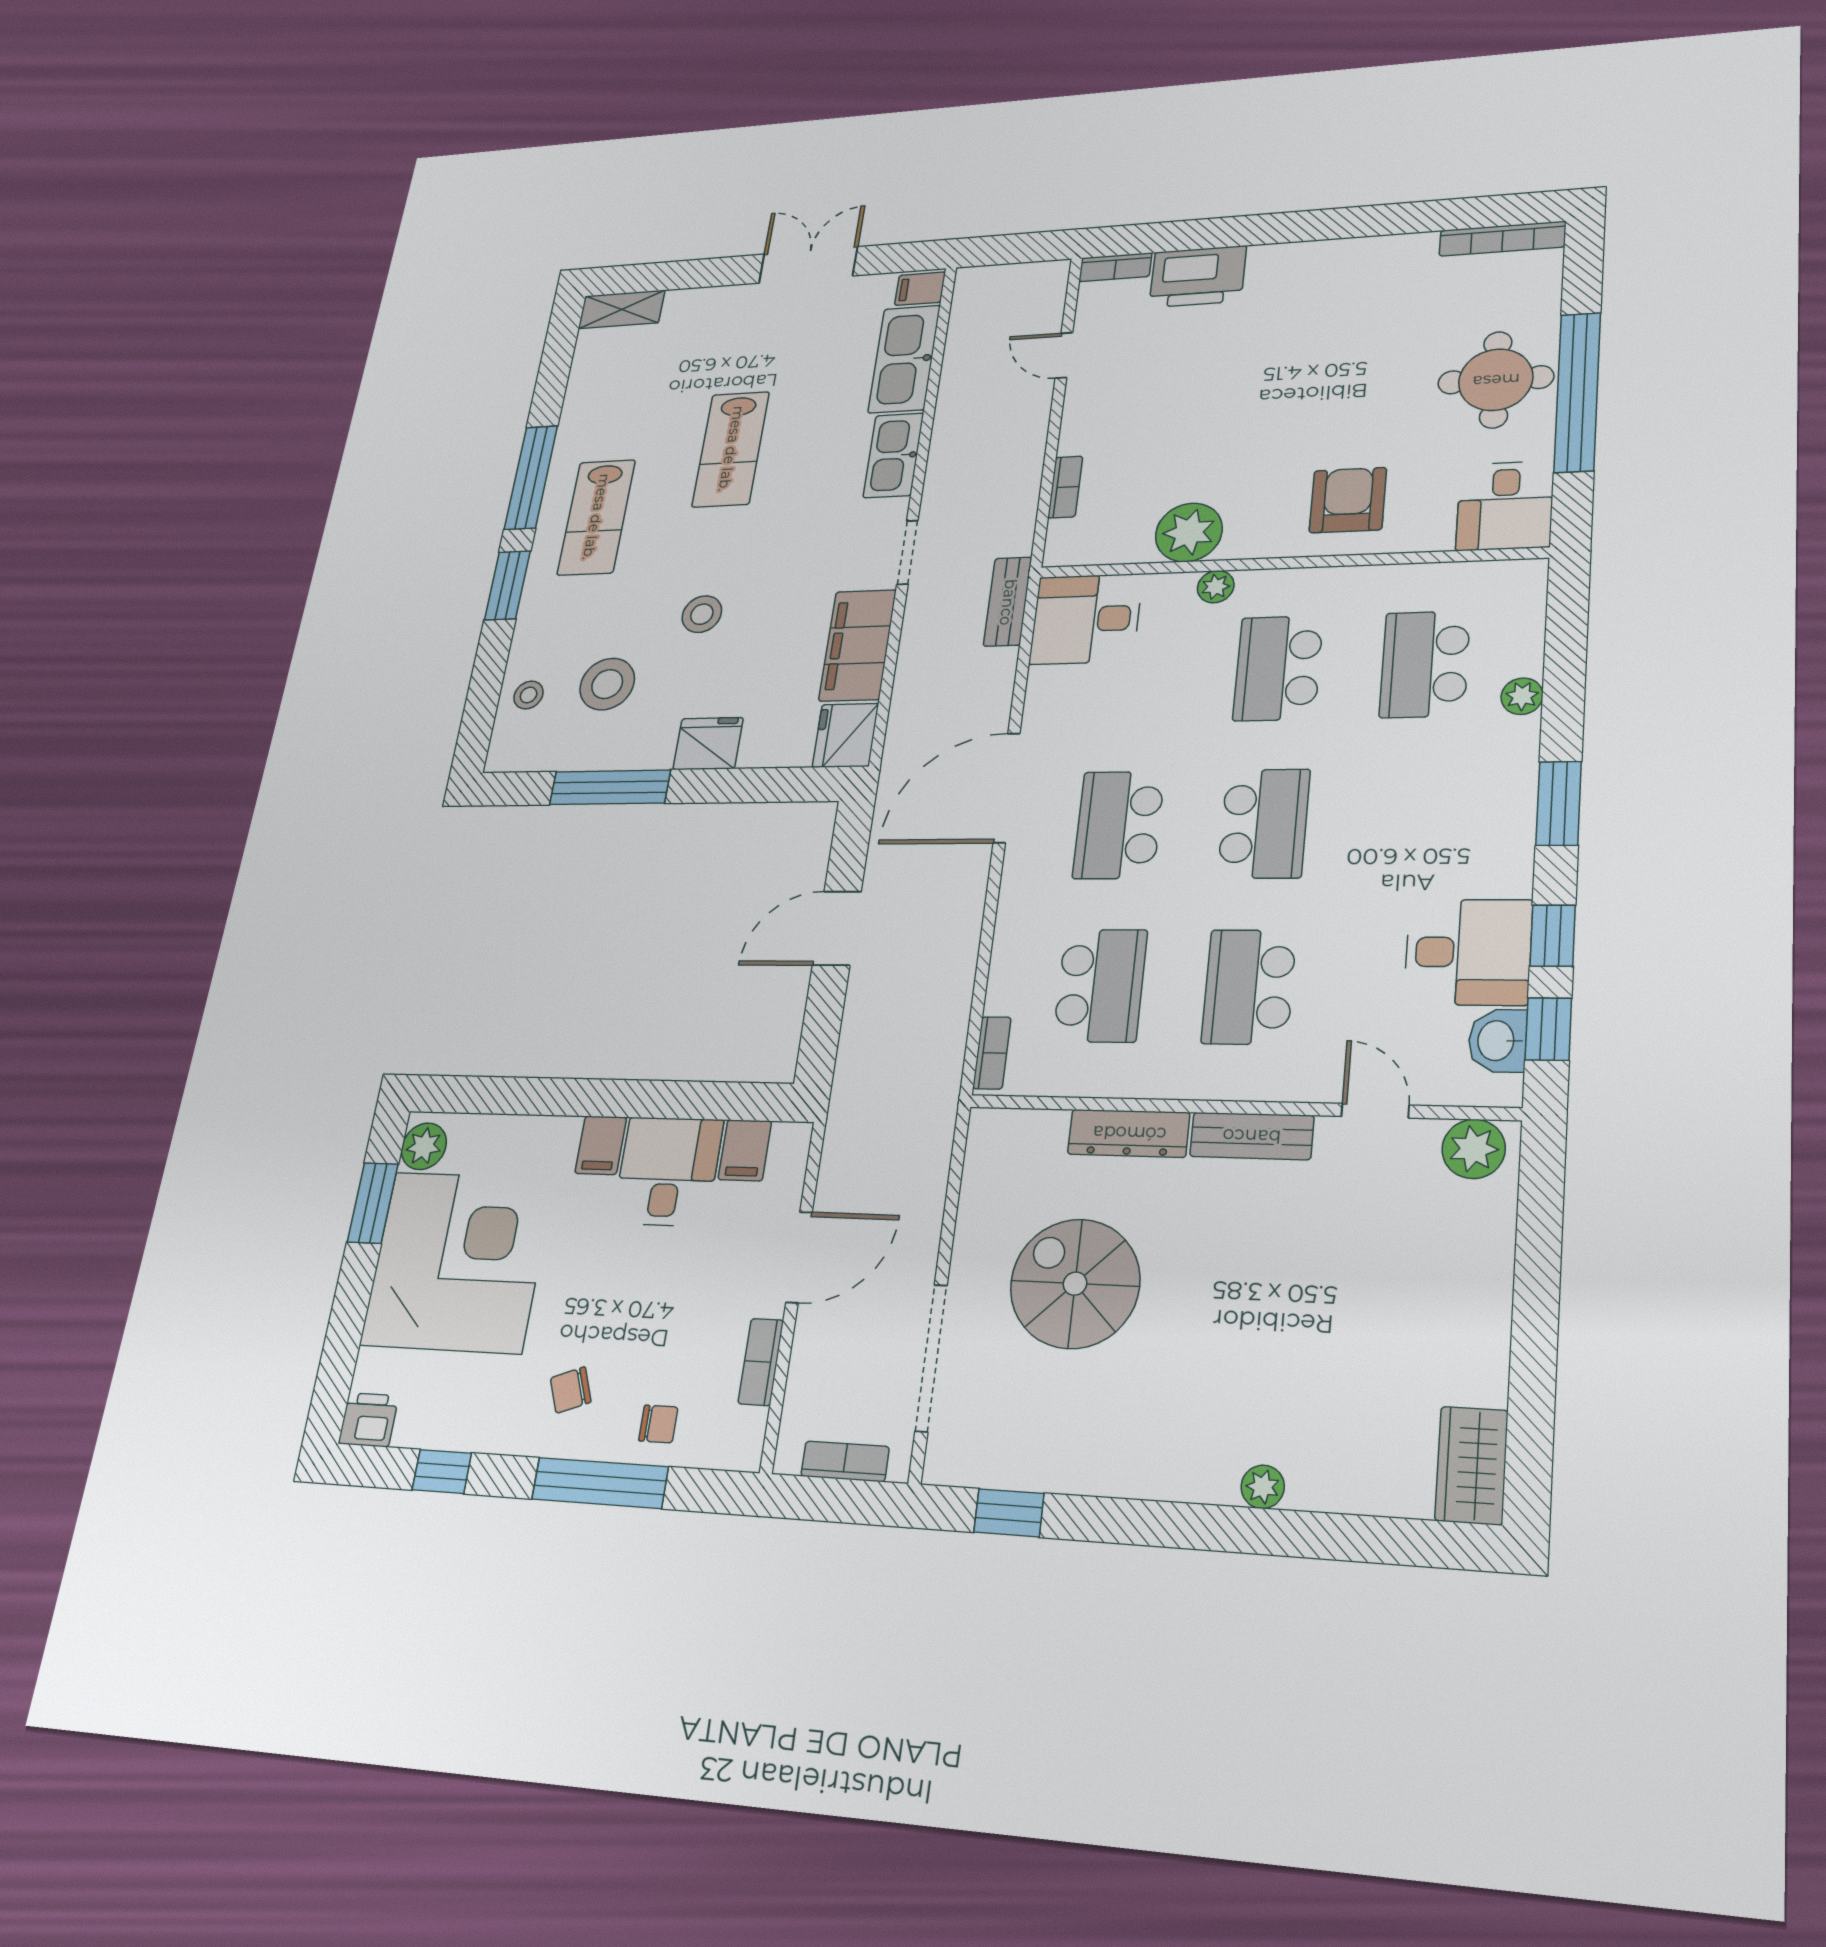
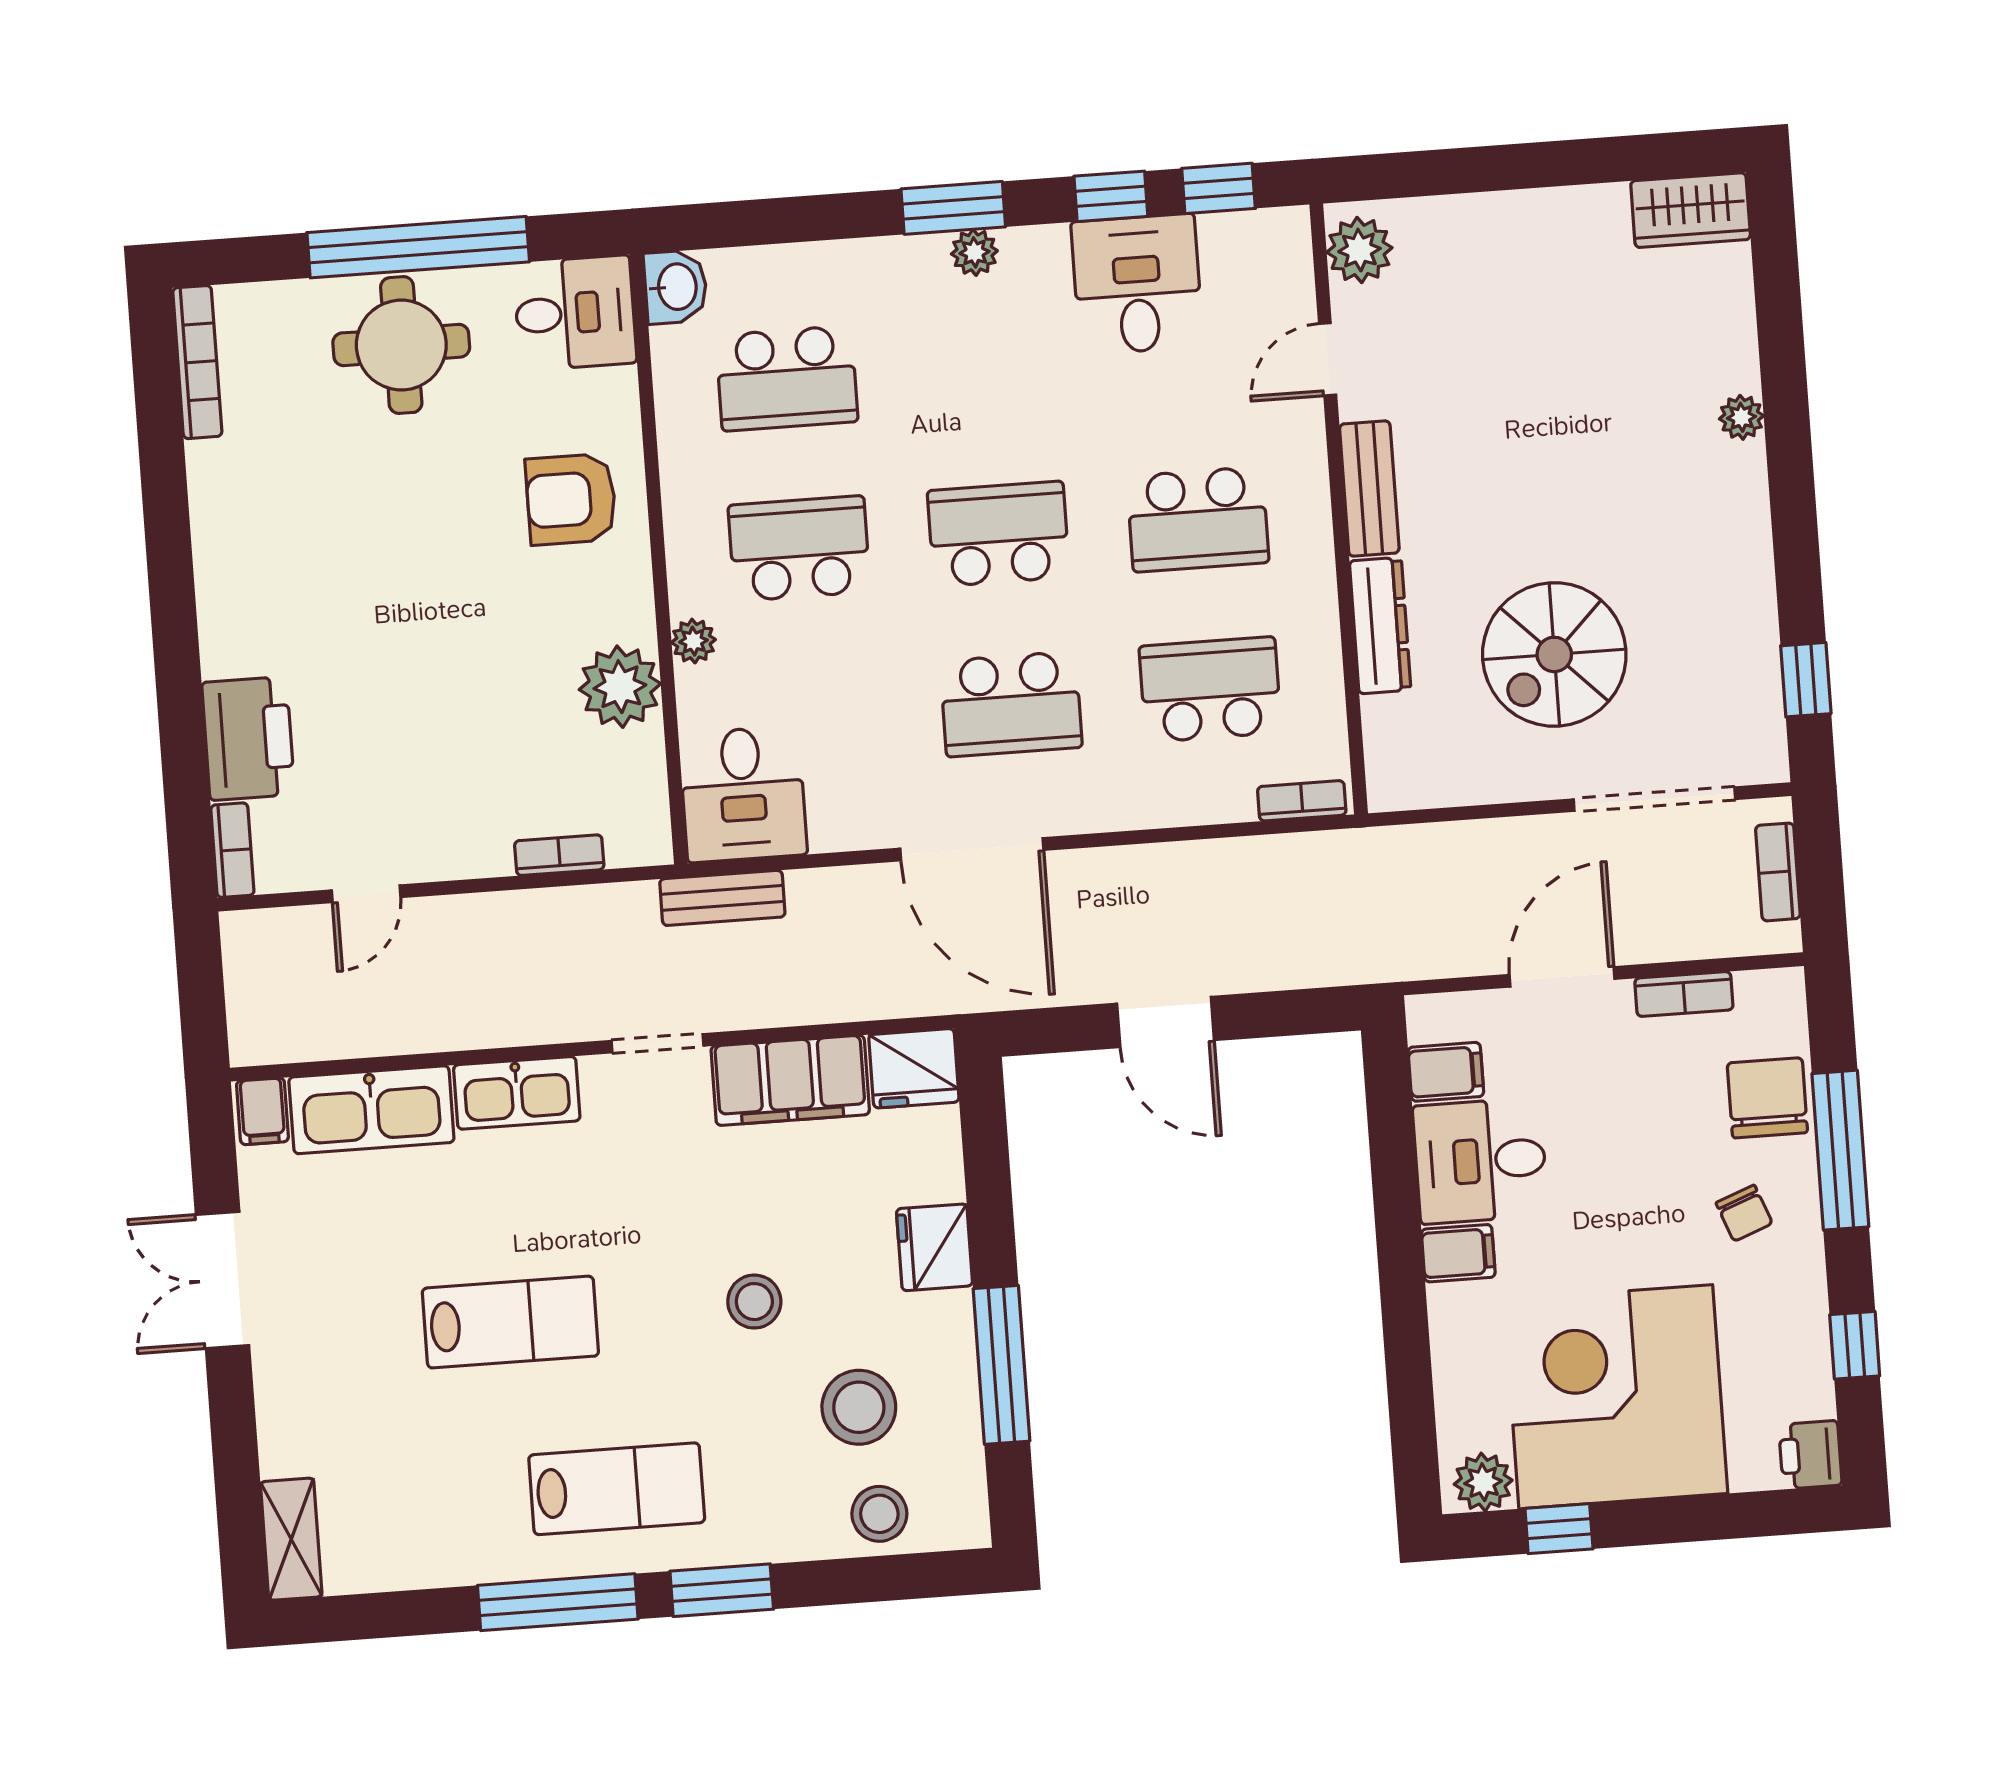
school desk: (1278, 668) -> (799, 549), turned 180
stool: (529, 695) -> (879, 1514), width x1.37, depth x1.37
plant: (1522, 696) -> (974, 252), moved
washbasin: (1497, 1041) -> (676, 287), moved, turned -90
window: (373, 1203) -> (1559, 1529), width x0.67
door: (799, 1257) -> (1562, 977), hinge flipped
chair: (658, 1424) -> (1767, 1098), width x1.87, depth x1.87

